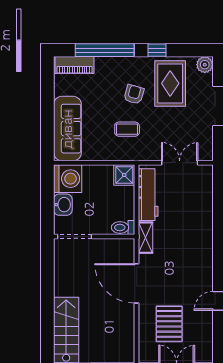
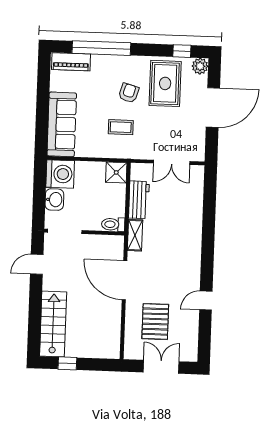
window: (157, 50) -> (182, 51), moved
double door: (180, 163) -> (172, 162), swing flipped
workbench: (148, 195) -> (139, 200), width x0.73
door: (47, 271) -> (37, 264), added

